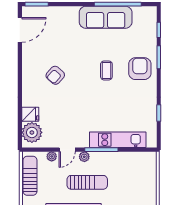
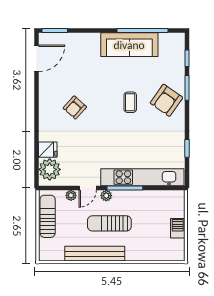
armchair: (140, 69) -> (166, 100), turned -145
kitchen unit: (118, 140) -> (142, 177), width x1.36
sun lounger: (87, 182) -> (109, 223), turned 180
barbecue: (150, 187) -> (178, 228), added

